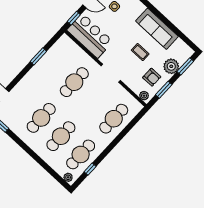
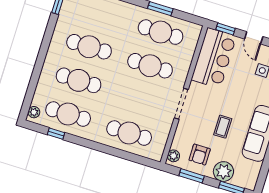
cafe table: (55, 64) -> (161, 32), added

